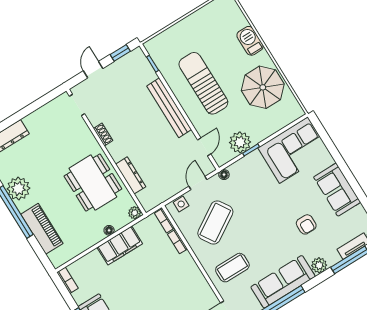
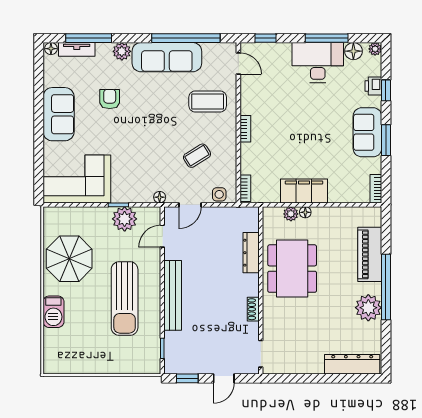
plant: (135, 213) -> (291, 214), moved
coffee table: (215, 223) -> (197, 156), width x0.54, depth x0.58
bookcase: (177, 242) -> (245, 129), moved

